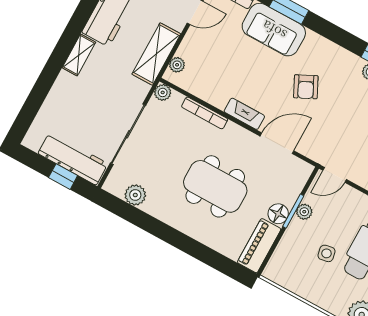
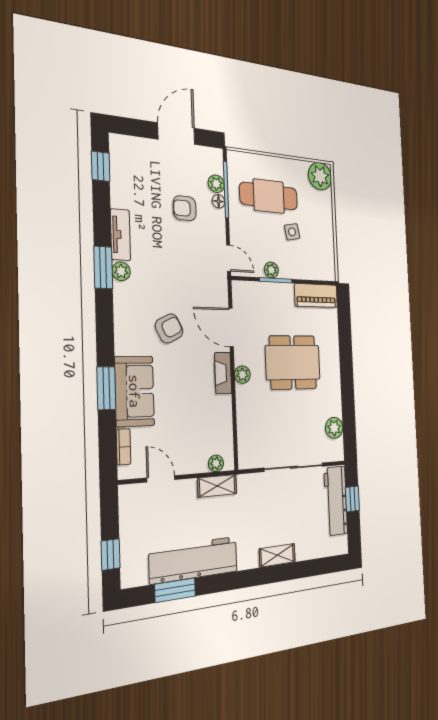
shelving: (156, 54) -> (217, 486), width x0.67, depth x0.75
shelving: (79, 55) -> (277, 555), moved
plant: (163, 92) -> (242, 375), moved
bookcase: (205, 113) -> (242, 410), removed
dining table: (215, 186) -> (293, 362), turned 90
floor lamp: (278, 214) -> (285, 293), removed

